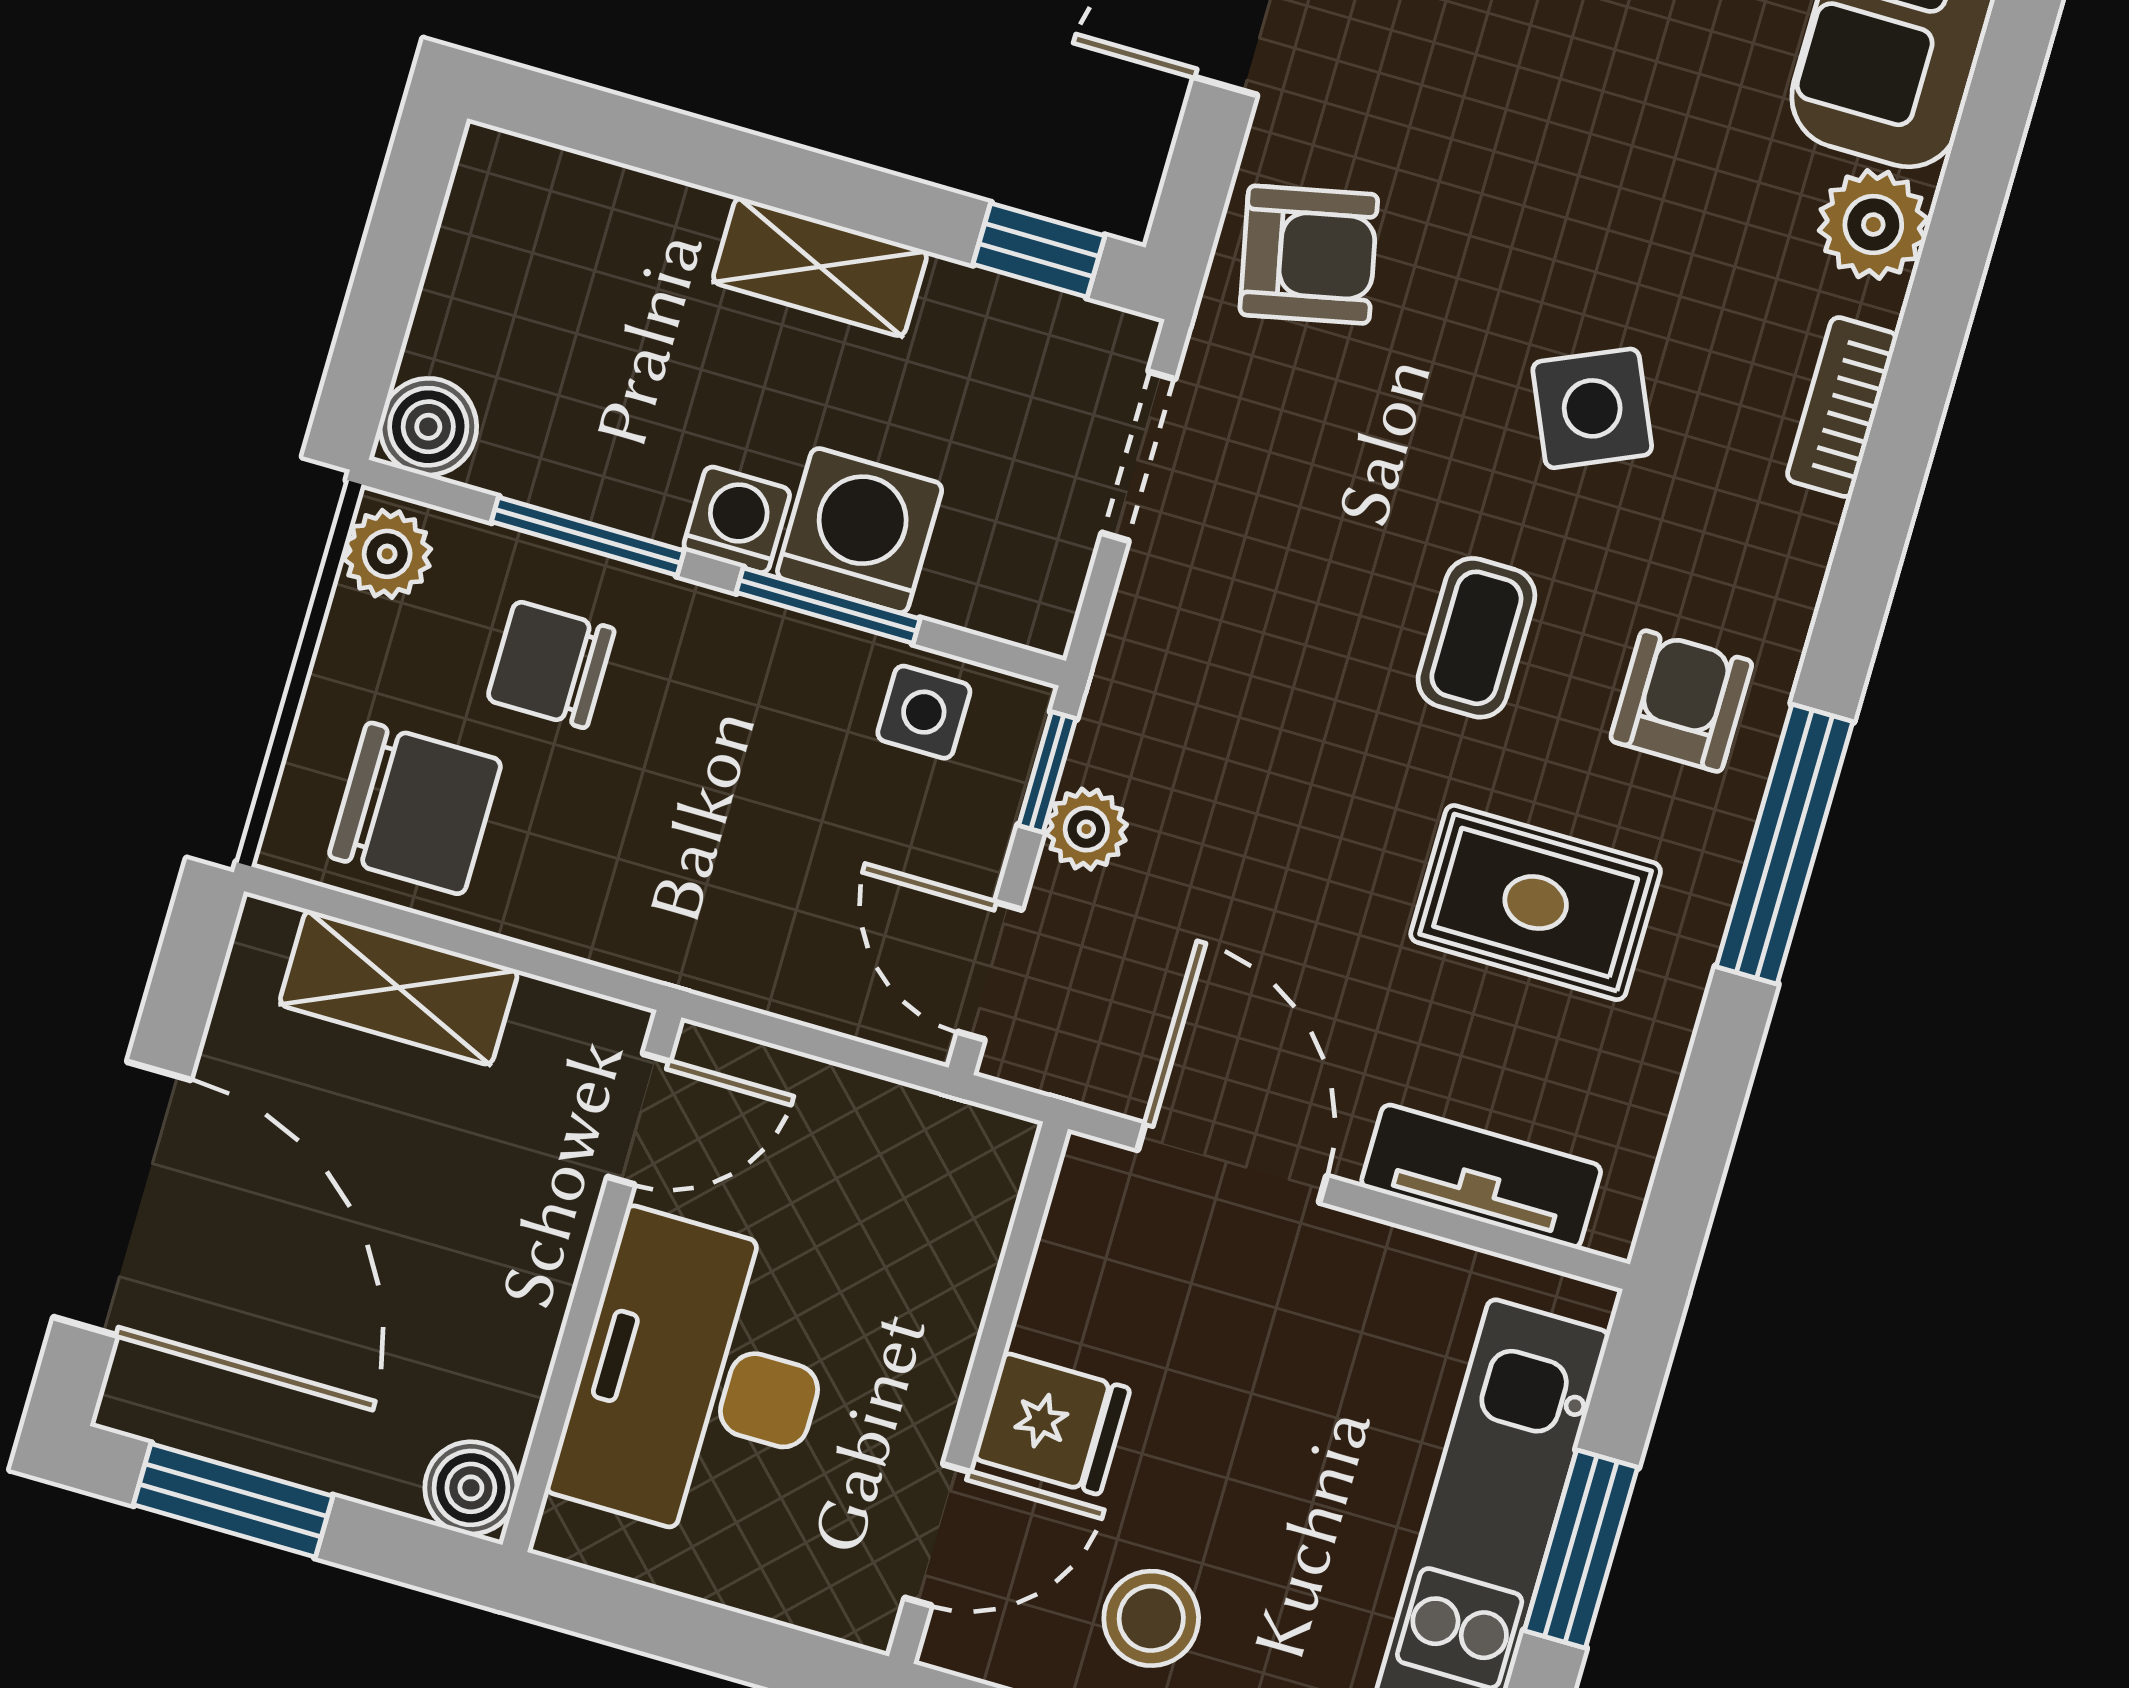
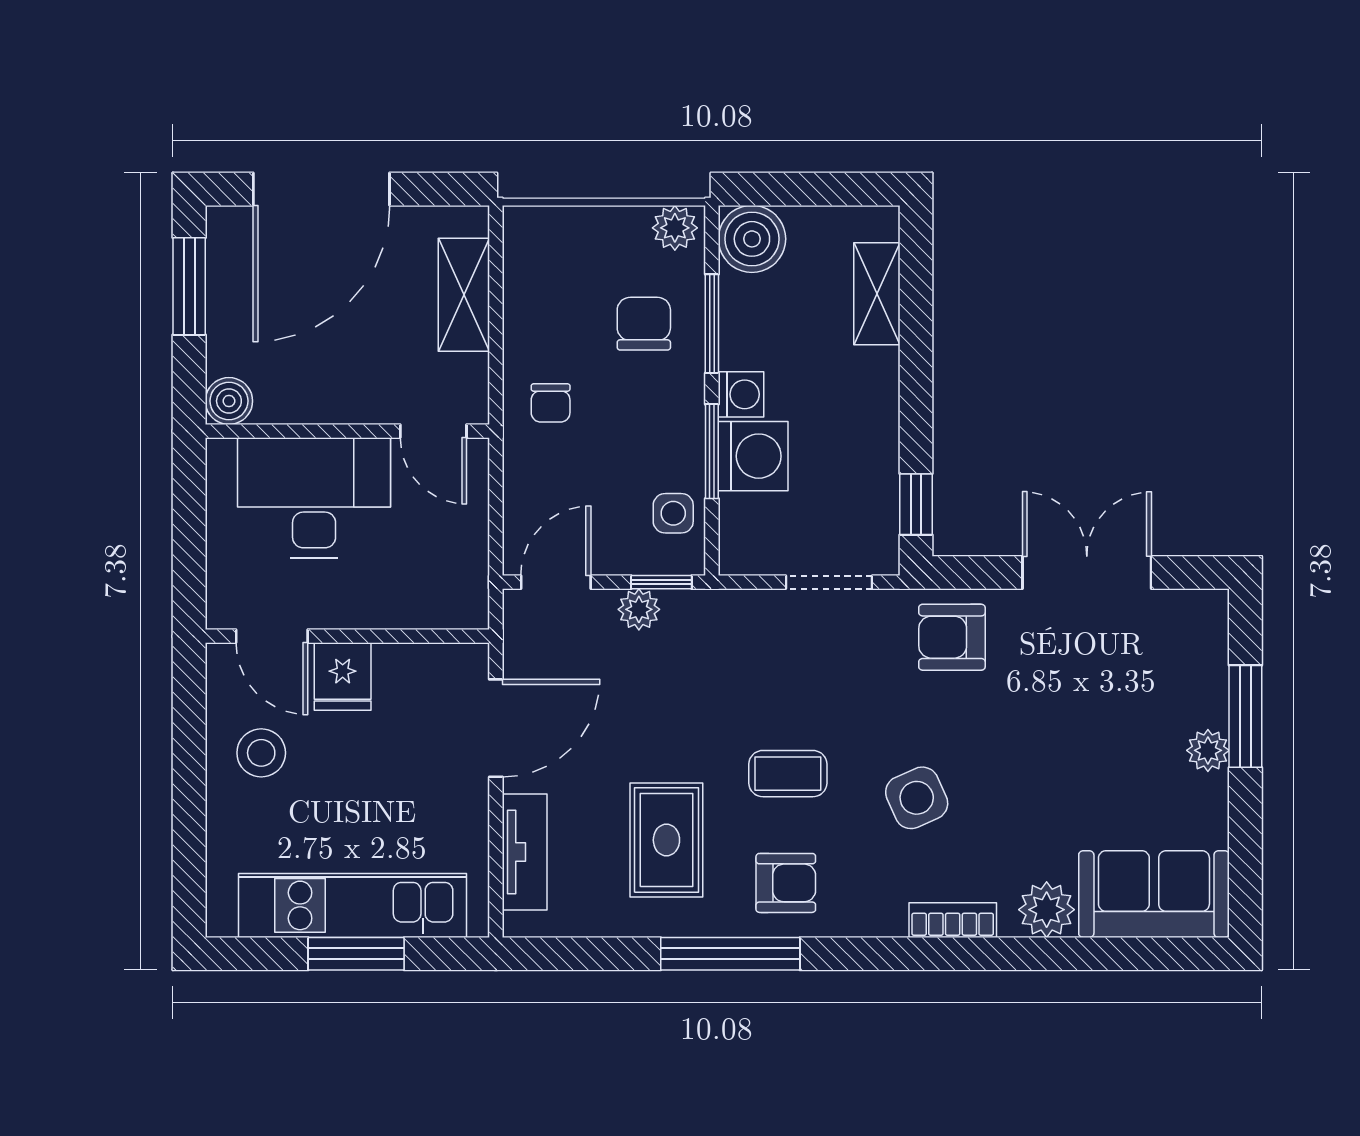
armchair: (1309, 255) -> (952, 637), turned 102
shelving: (820, 267) -> (877, 294), moved
boiler: (428, 427) -> (752, 239), width x1.36, depth x1.36
chair: (415, 809) -> (551, 403), moved, width x0.54, depth x0.54

